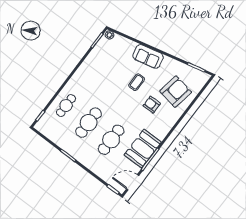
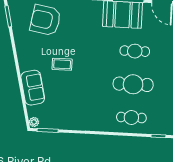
sofa: (148, 56) -> (33, 88), moved
armchair: (152, 105) -> (74, 35), removed
cafe table: (111, 140) -> (135, 51), width x0.73, depth x0.74

